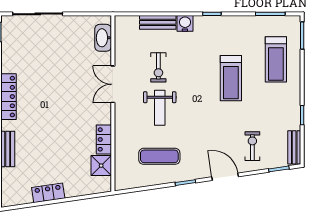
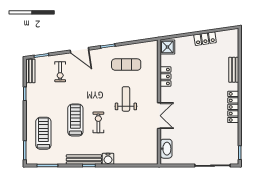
bench: (158, 22) -> (84, 160), moved, width x1.36
exercise bike: (158, 67) -> (98, 122), moved
shower: (101, 166) -> (167, 47), moved

